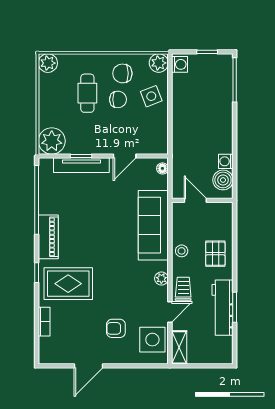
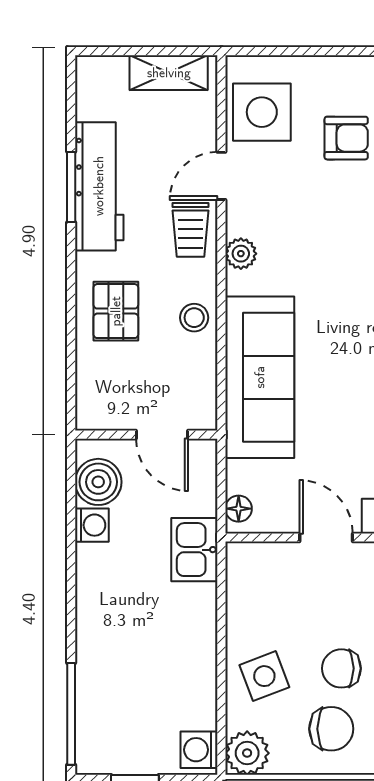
kitchen sink: (181, 151) -> (194, 550), added
door: (125, 156) -> (326, 538), hinge flipped
shelving: (179, 347) -> (169, 73), moved, turned 90

